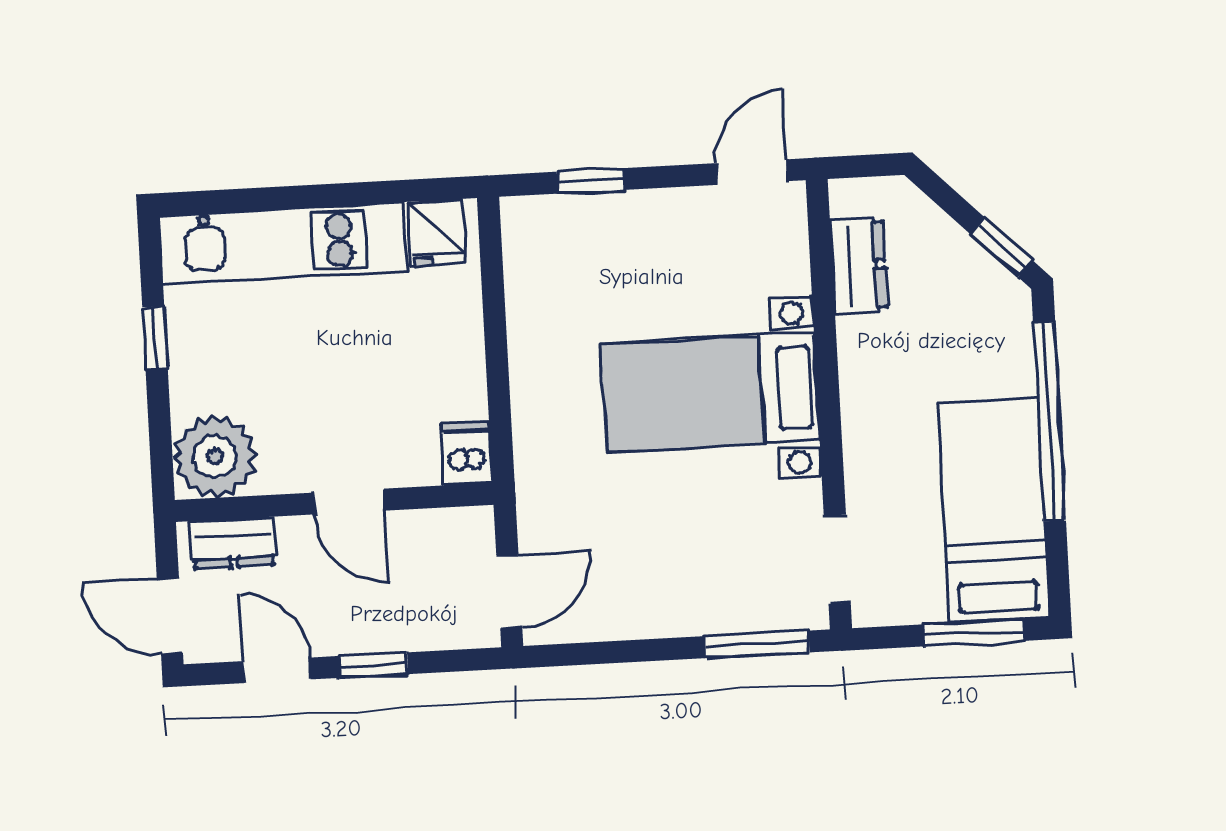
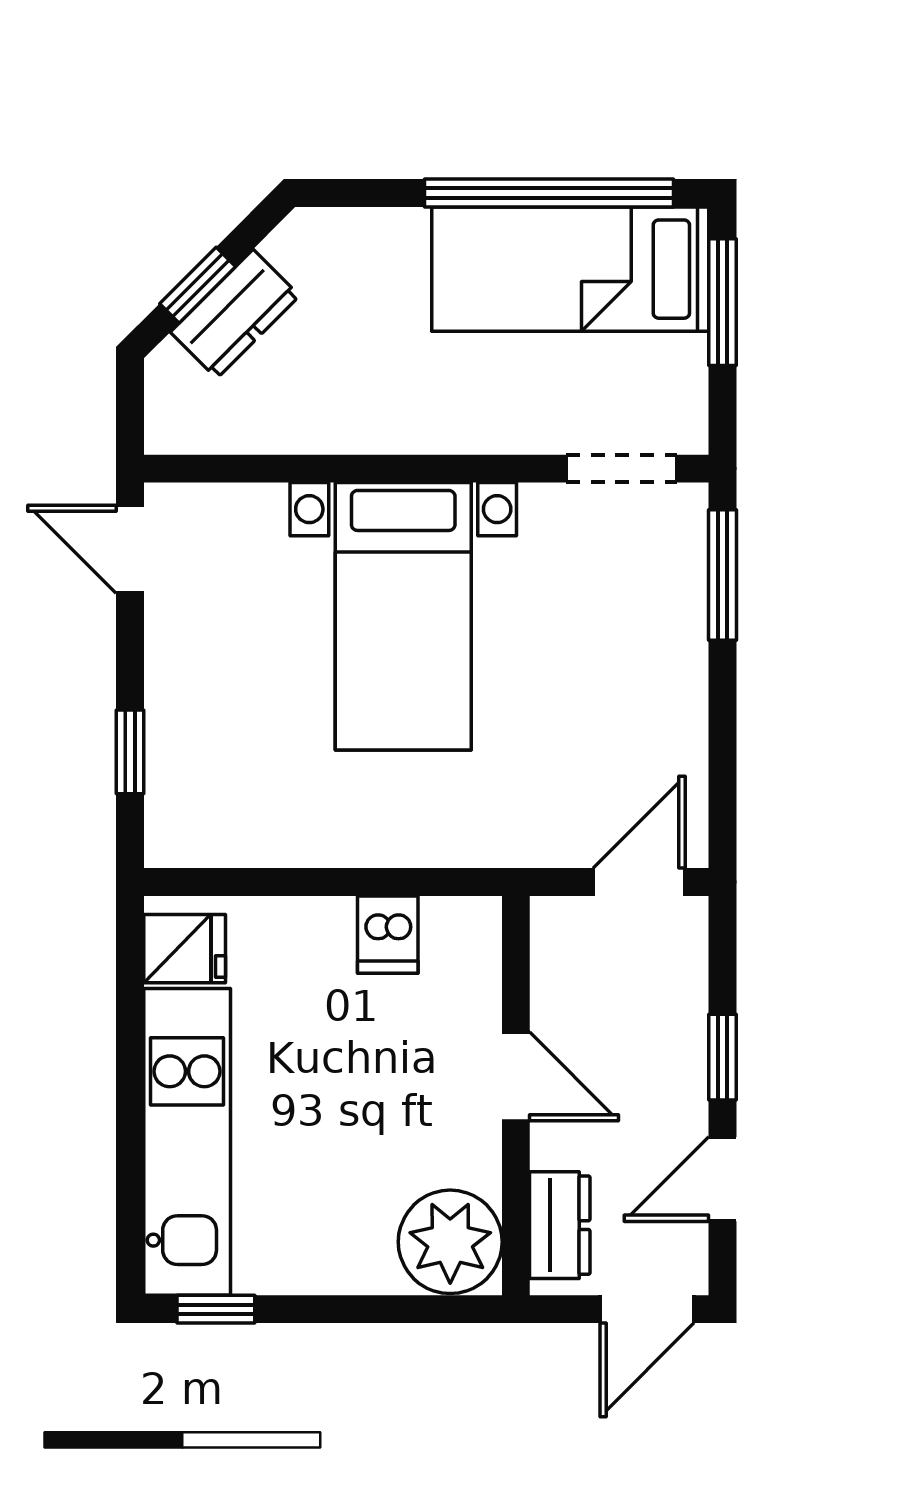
window: (1002, 247) -> (198, 285), moved
dresser: (859, 265) -> (235, 314), moved, turned 135
window: (155, 338) -> (216, 1309), moved
window: (1050, 422) -> (549, 193), moved
dishwasher: (467, 453) -> (388, 935), moved, turned -90
door: (349, 502) -> (516, 1076), hinge flipped
door: (509, 591) -> (639, 882), hinge flipped

